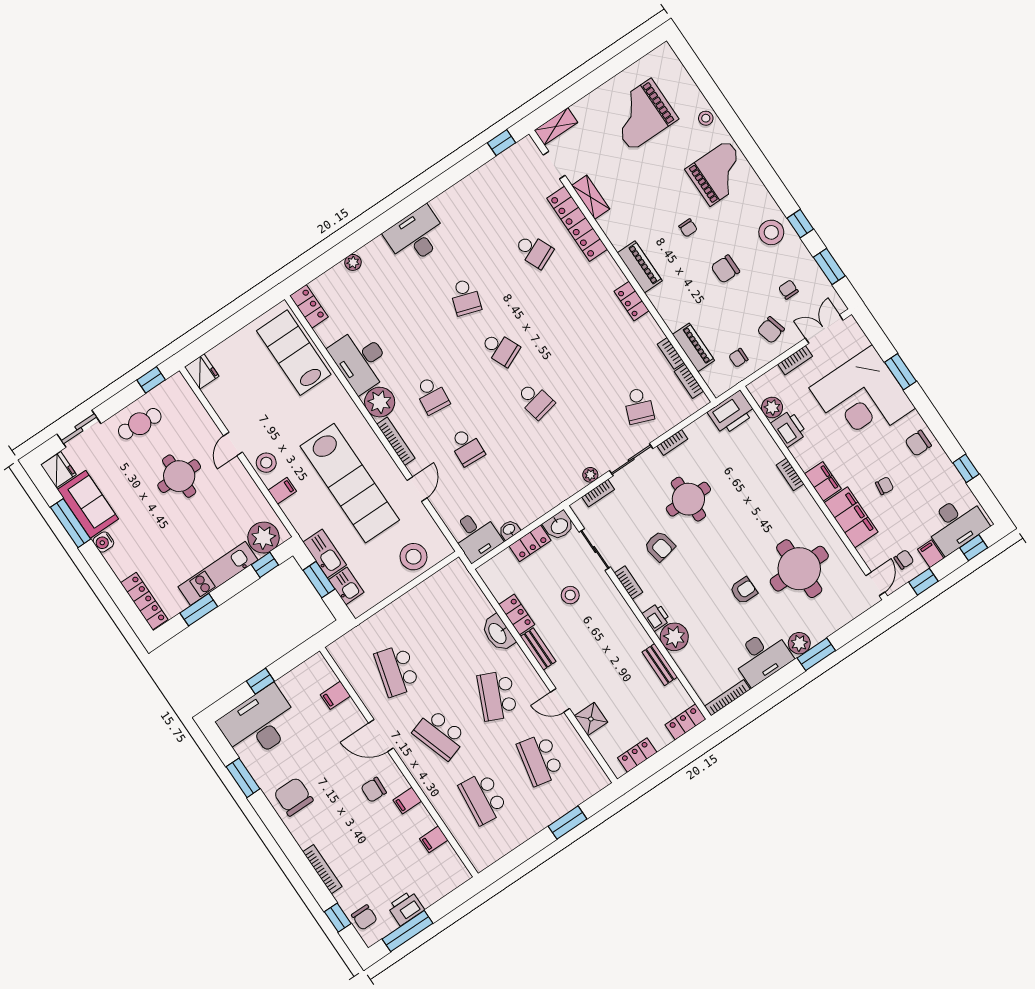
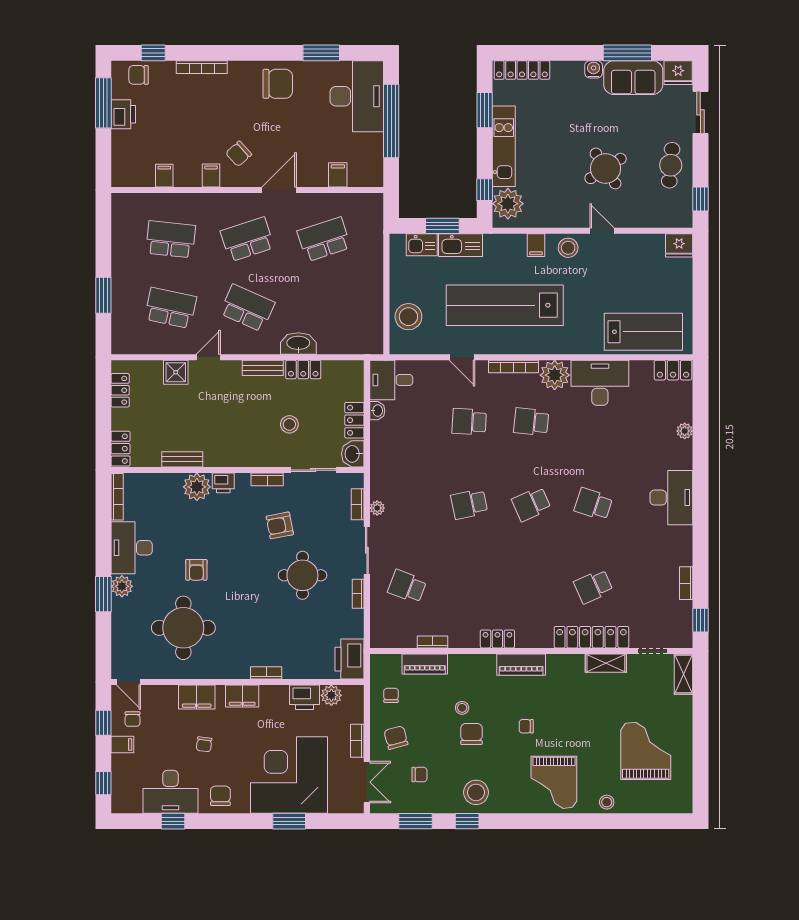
stool: (709, 292) -> (462, 708), added
bookcase: (689, 381) -> (686, 583), moved, turned -90
round table: (179, 476) -> (606, 168), turned -33
filing cabinet: (851, 517) -> (197, 697), width x0.67, depth x0.86
desk: (956, 524) -> (170, 792), moved, turned -90
school desk: (397, 671) -> (324, 239), turned -33
window: (260, 681) -> (391, 121), width x3.17
chair: (374, 790) -> (239, 154), turned -134

